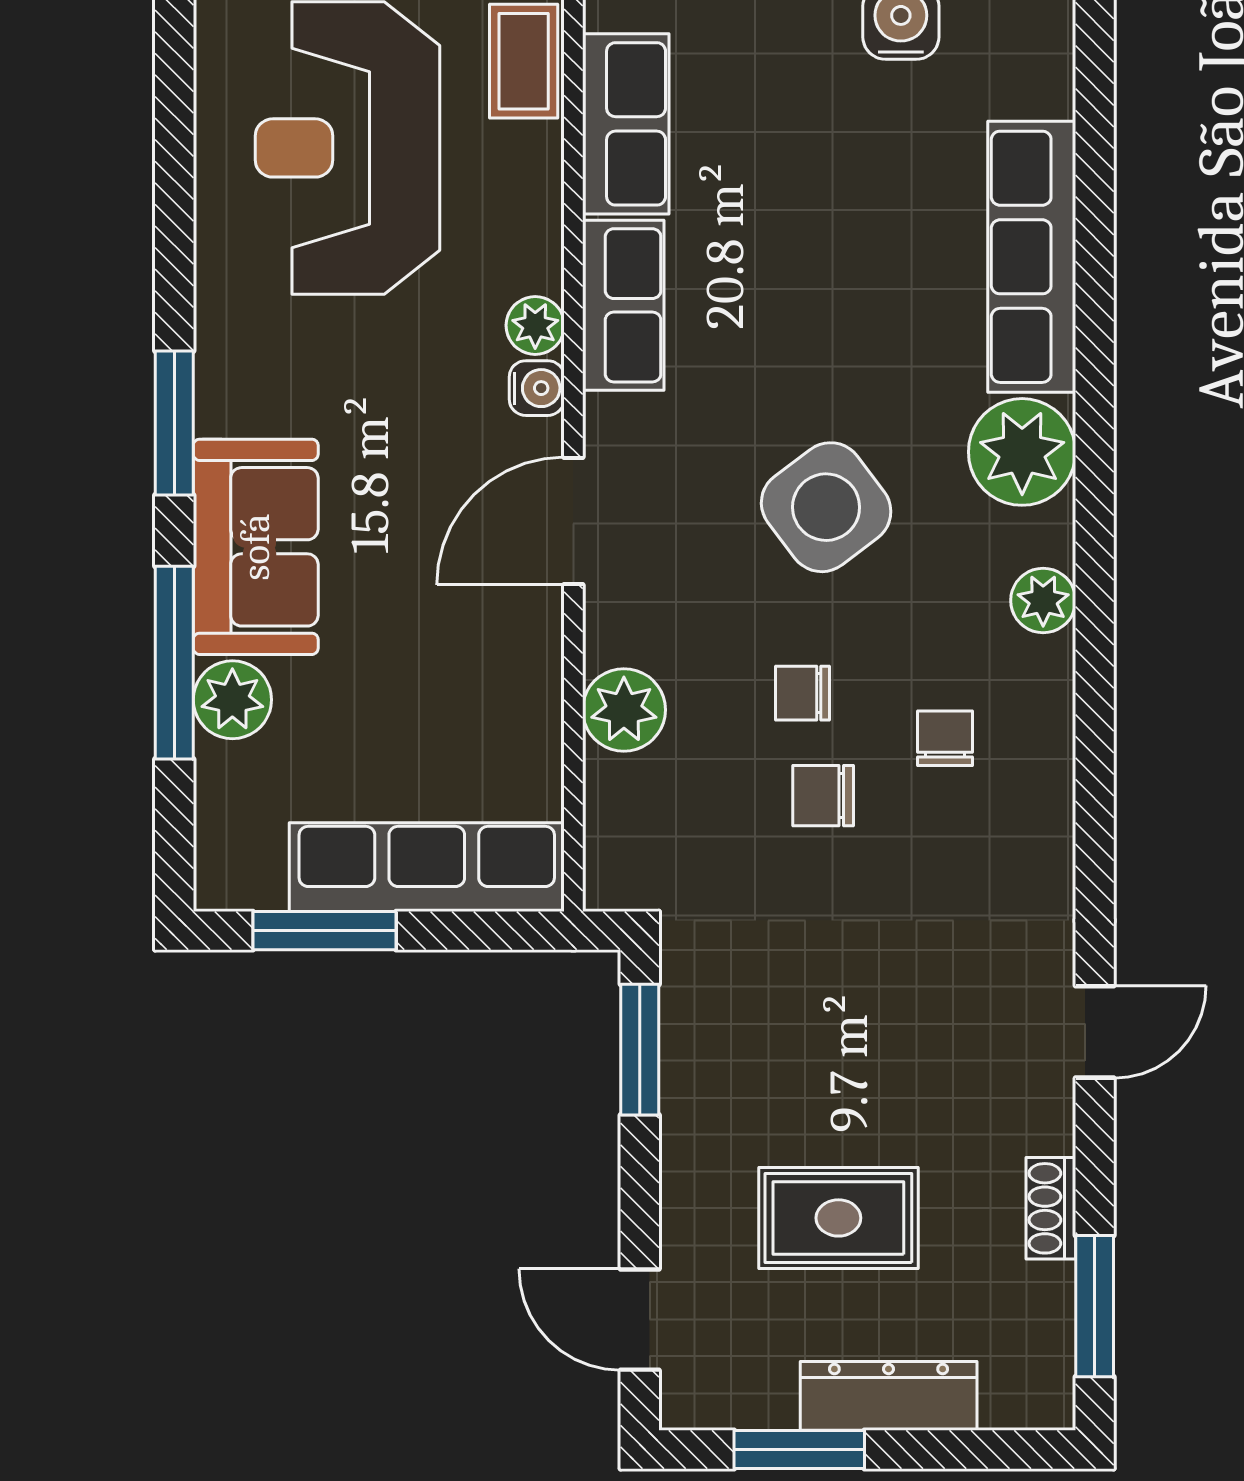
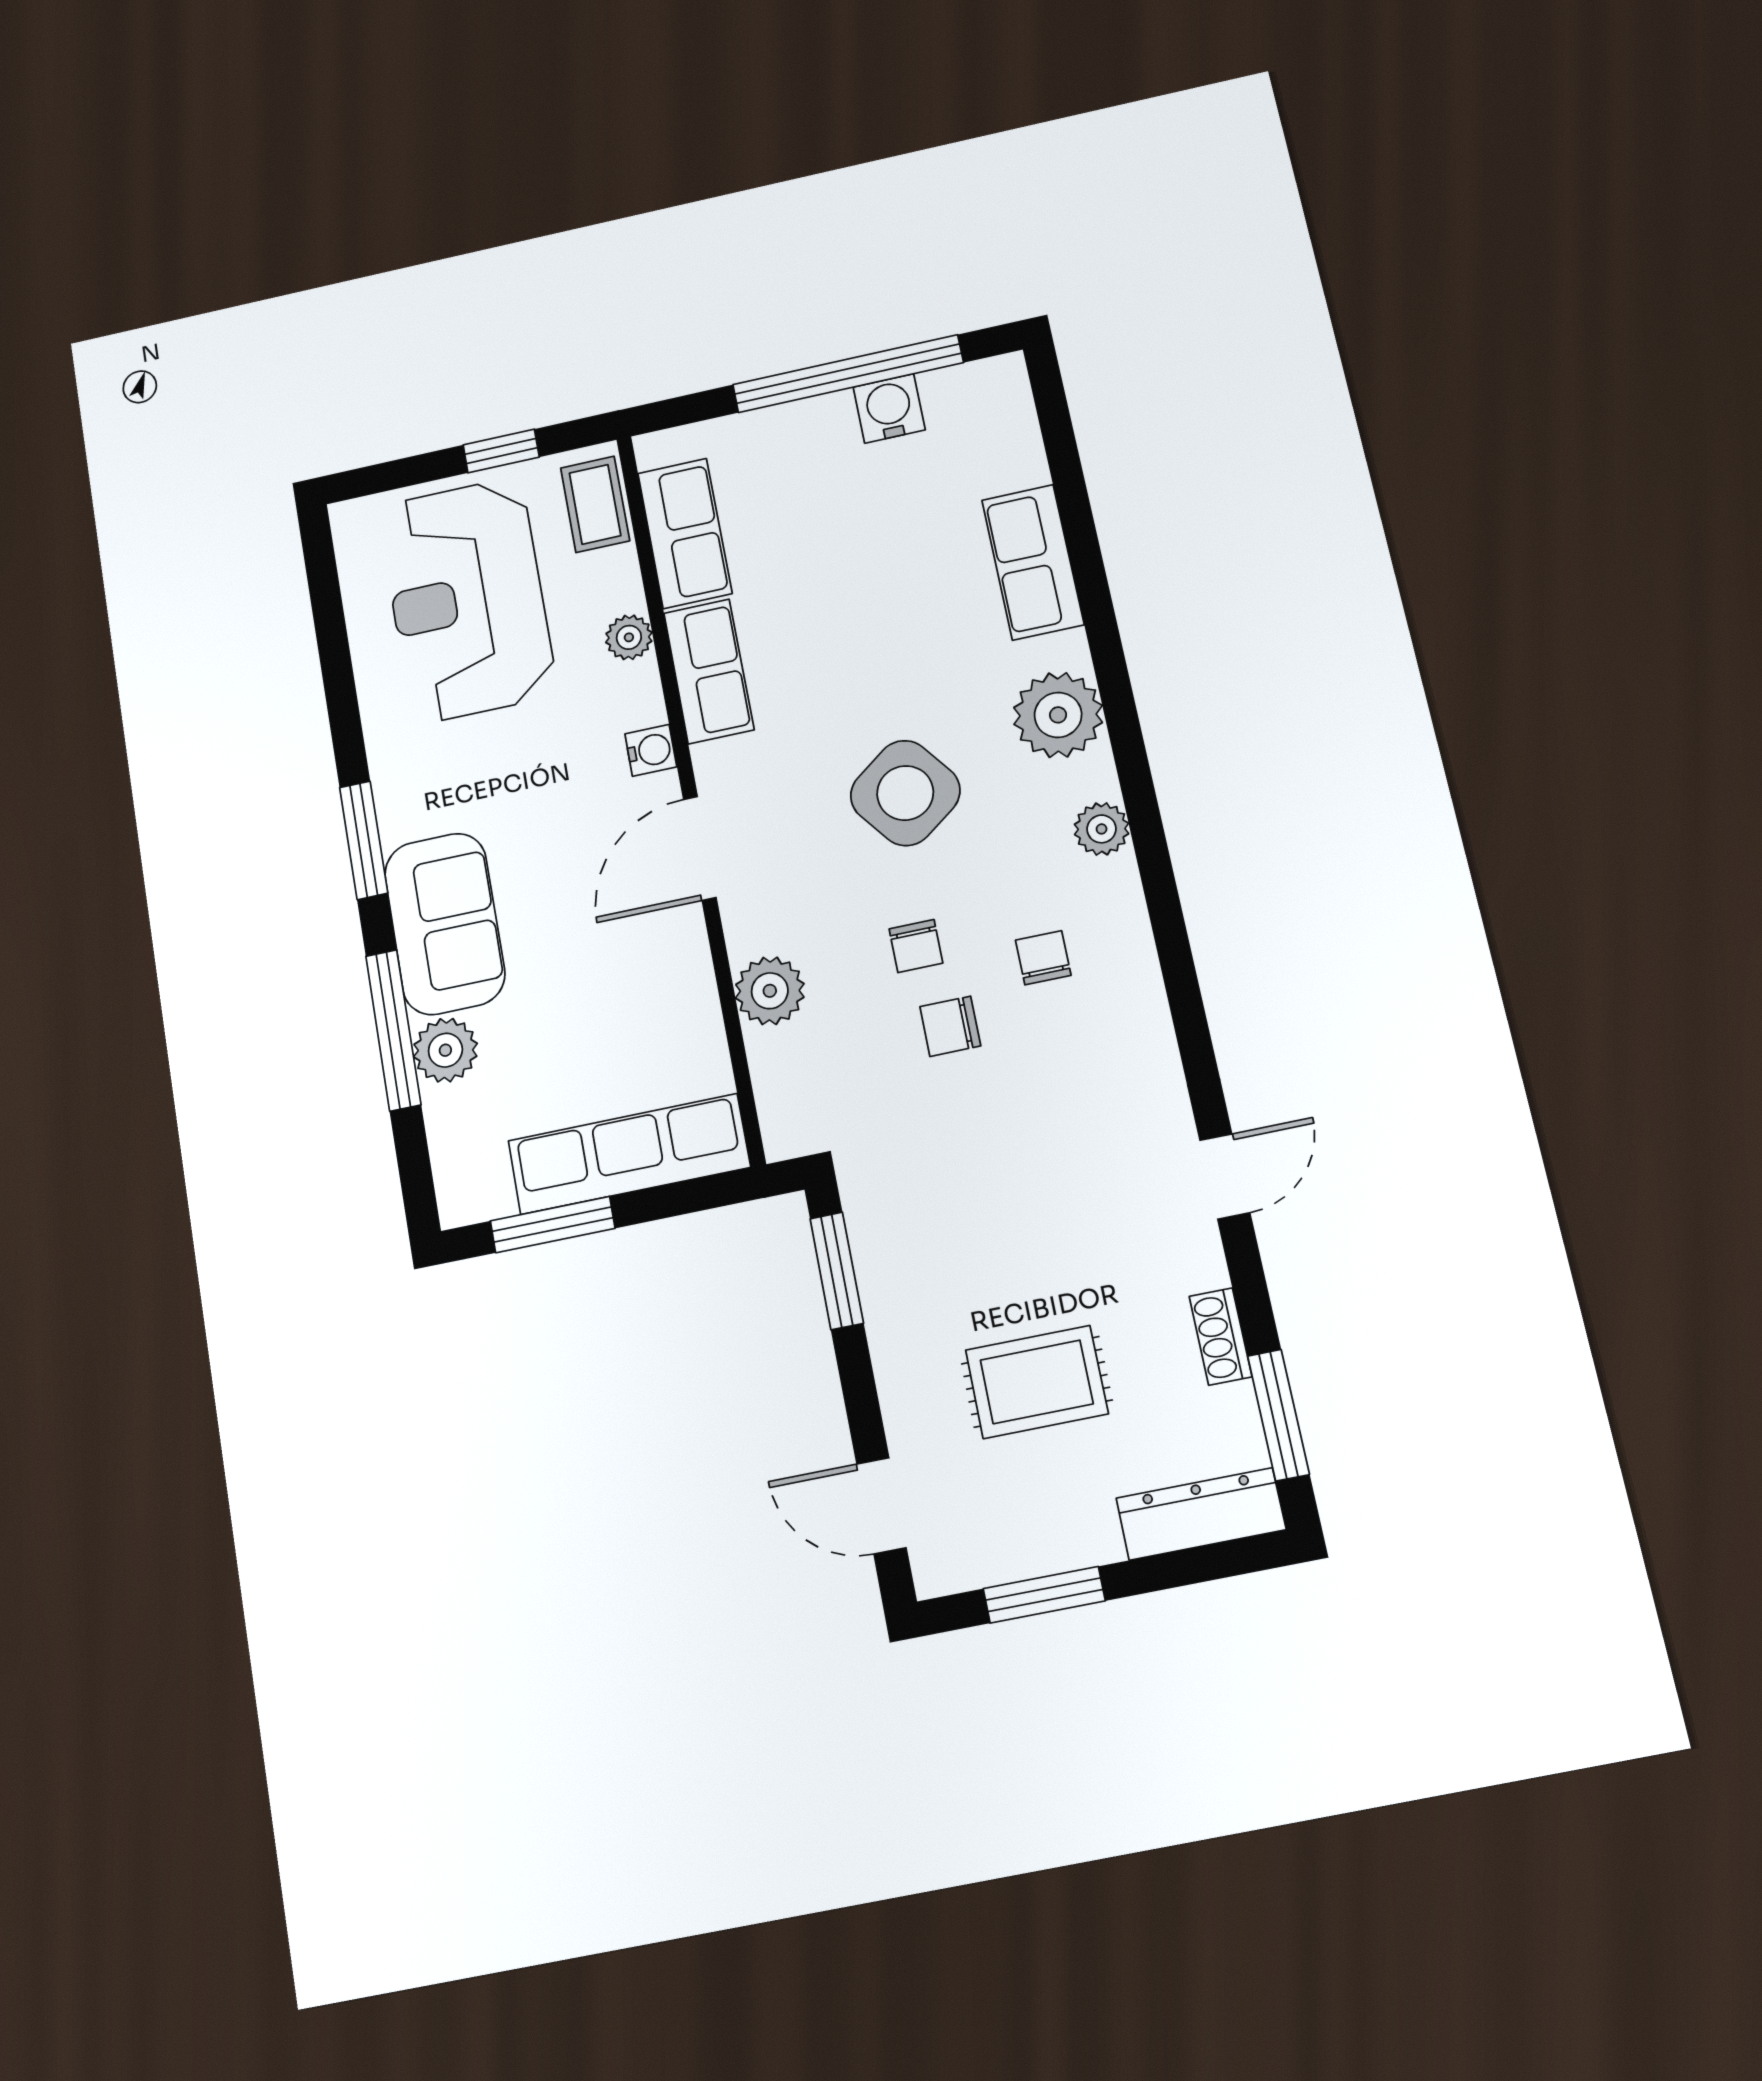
row of seats: (1032, 257) -> (1033, 562), width x0.68
plant: (535, 325) -> (629, 637), moved
chair: (803, 693) -> (916, 946), turned -90
dresser: (889, 1396) -> (1201, 1514), moved

